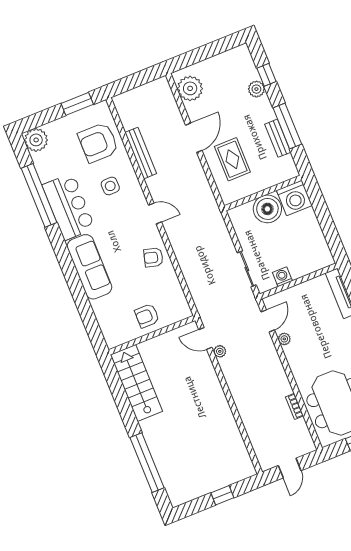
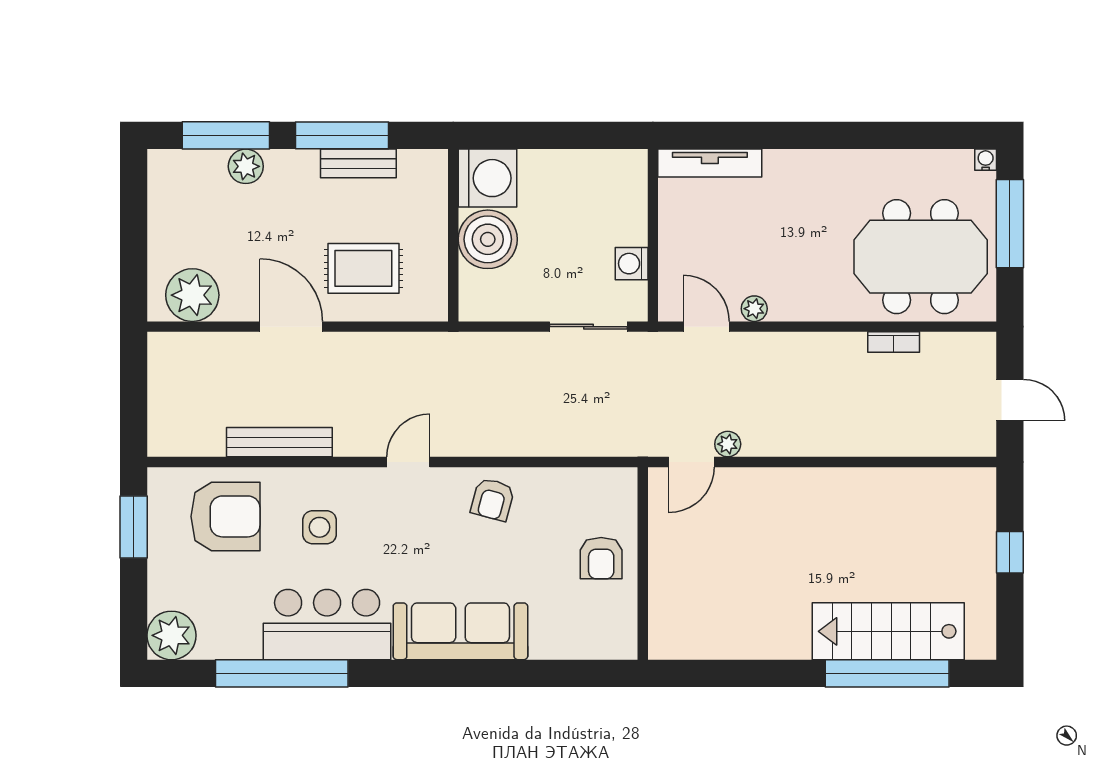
window: (267, 75) -> (226, 135), width x2.17
armchair: (98, 143) -> (225, 516), turned -90
stairs: (136, 383) -> (888, 631), moved

